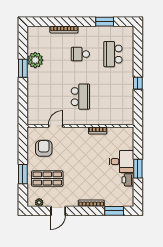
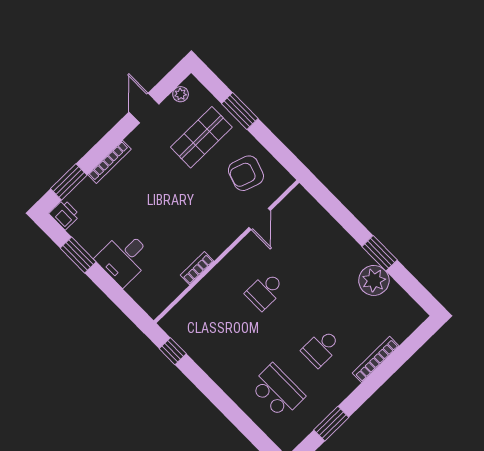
school desk: (80, 54) -> (321, 348), turned 180
window: (138, 83) -> (173, 351), moved
school desk: (80, 97) -> (265, 291), width x0.54
armchair: (44, 148) -> (246, 173), turned 109
window: (138, 169) -> (78, 255), moved
printer: (128, 180) -> (65, 214), moved

